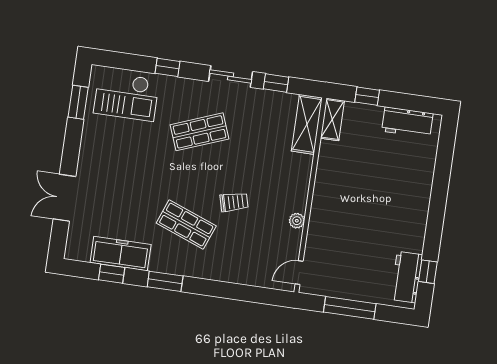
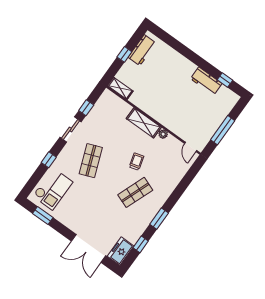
window: (367, 96) -> (124, 54), moved
shelving: (307, 124) -> (144, 123), moved
double door: (64, 198) -> (89, 248), width x1.37
freezer: (121, 254) -> (121, 251), moved, width x0.71
workbench: (406, 277) -> (206, 81), moved

